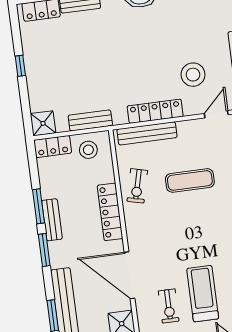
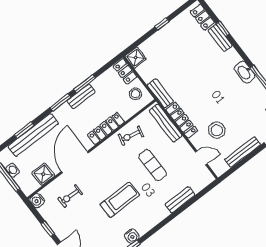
bench: (90, 120) -> (160, 93), moved
treadmill: (203, 294) -> (120, 200), moved

